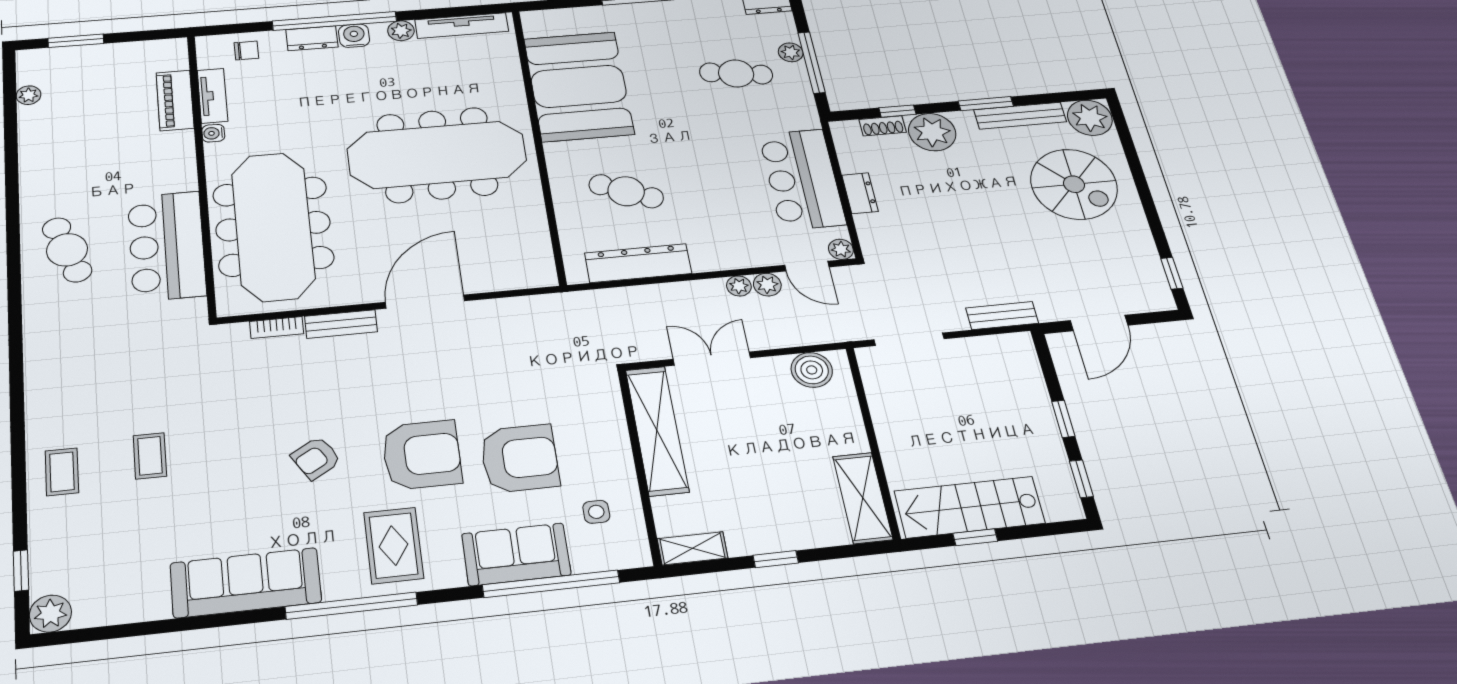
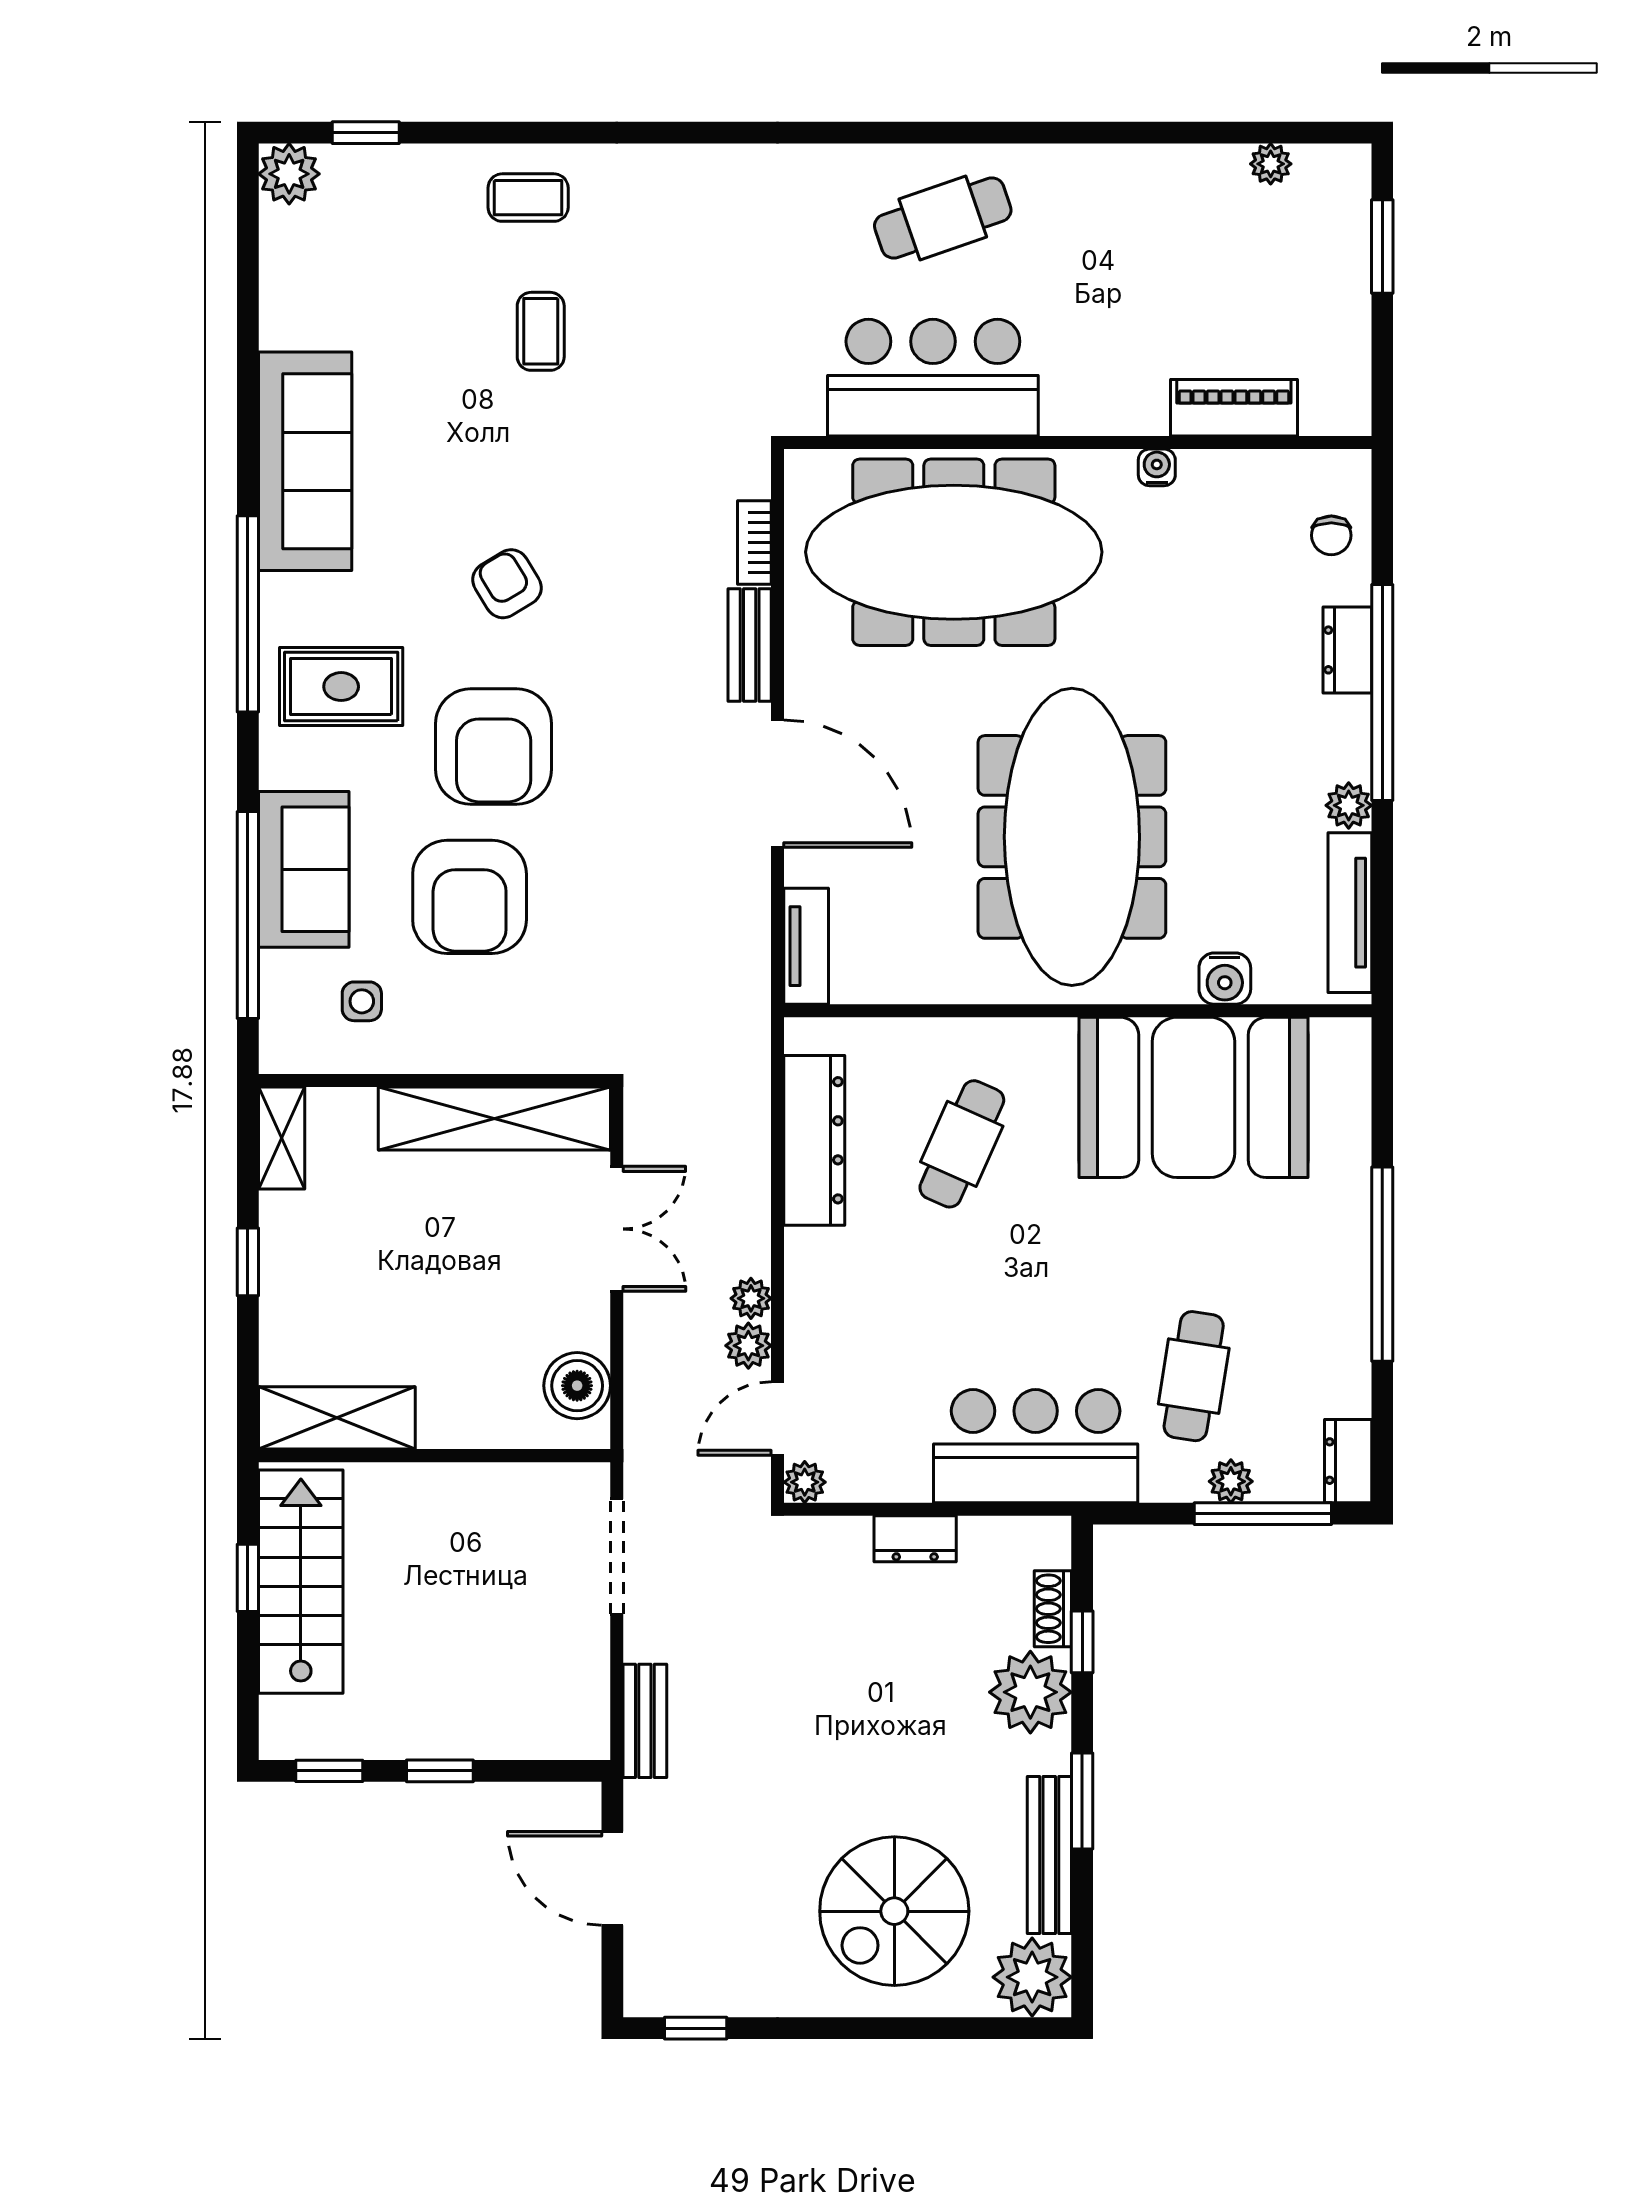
water cooler: (354, 36) -> (1225, 979), moved, turned 90
window: (812, 63) -> (1263, 1514), moved
tv unit: (212, 96) -> (806, 946), moved, turned -90
bar counter: (802, 179) -> (1036, 1446), moved
coffee table: (150, 456) -> (541, 331), turned 90

